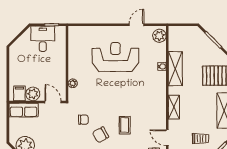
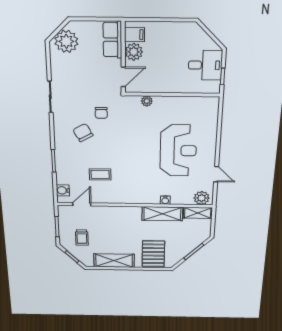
shelving: (174, 107) -> (198, 213), moved
coffee table: (125, 125) -> (100, 174), moved

